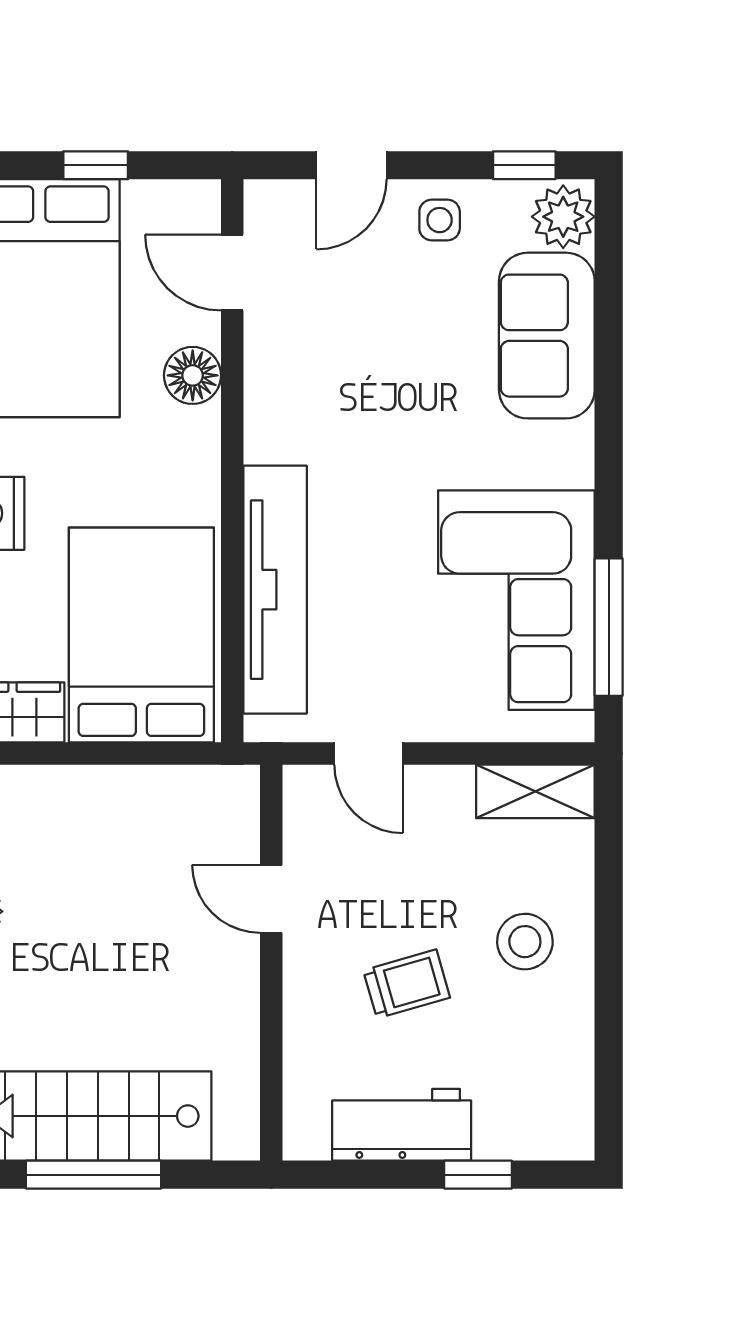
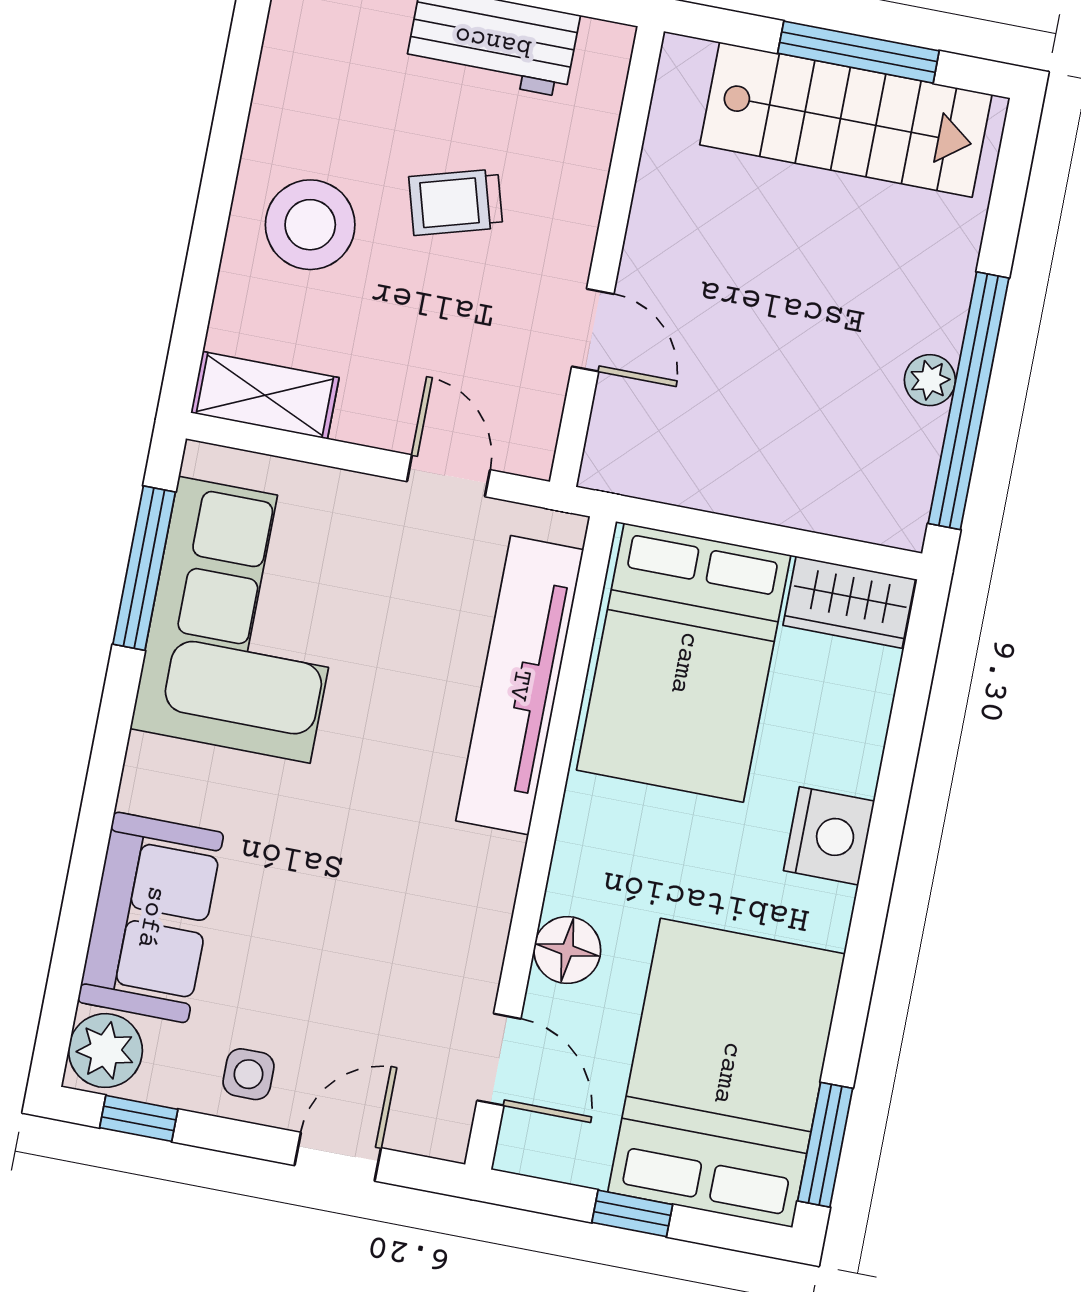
stool: (525, 942) -> (310, 225), width x1.38, depth x1.38

